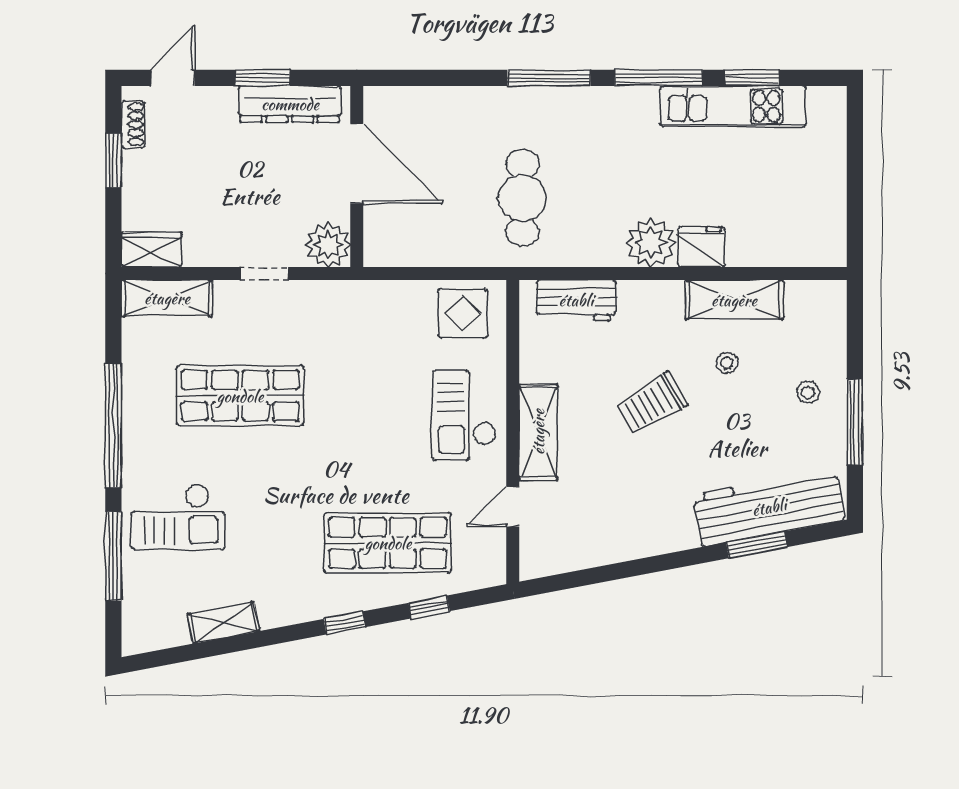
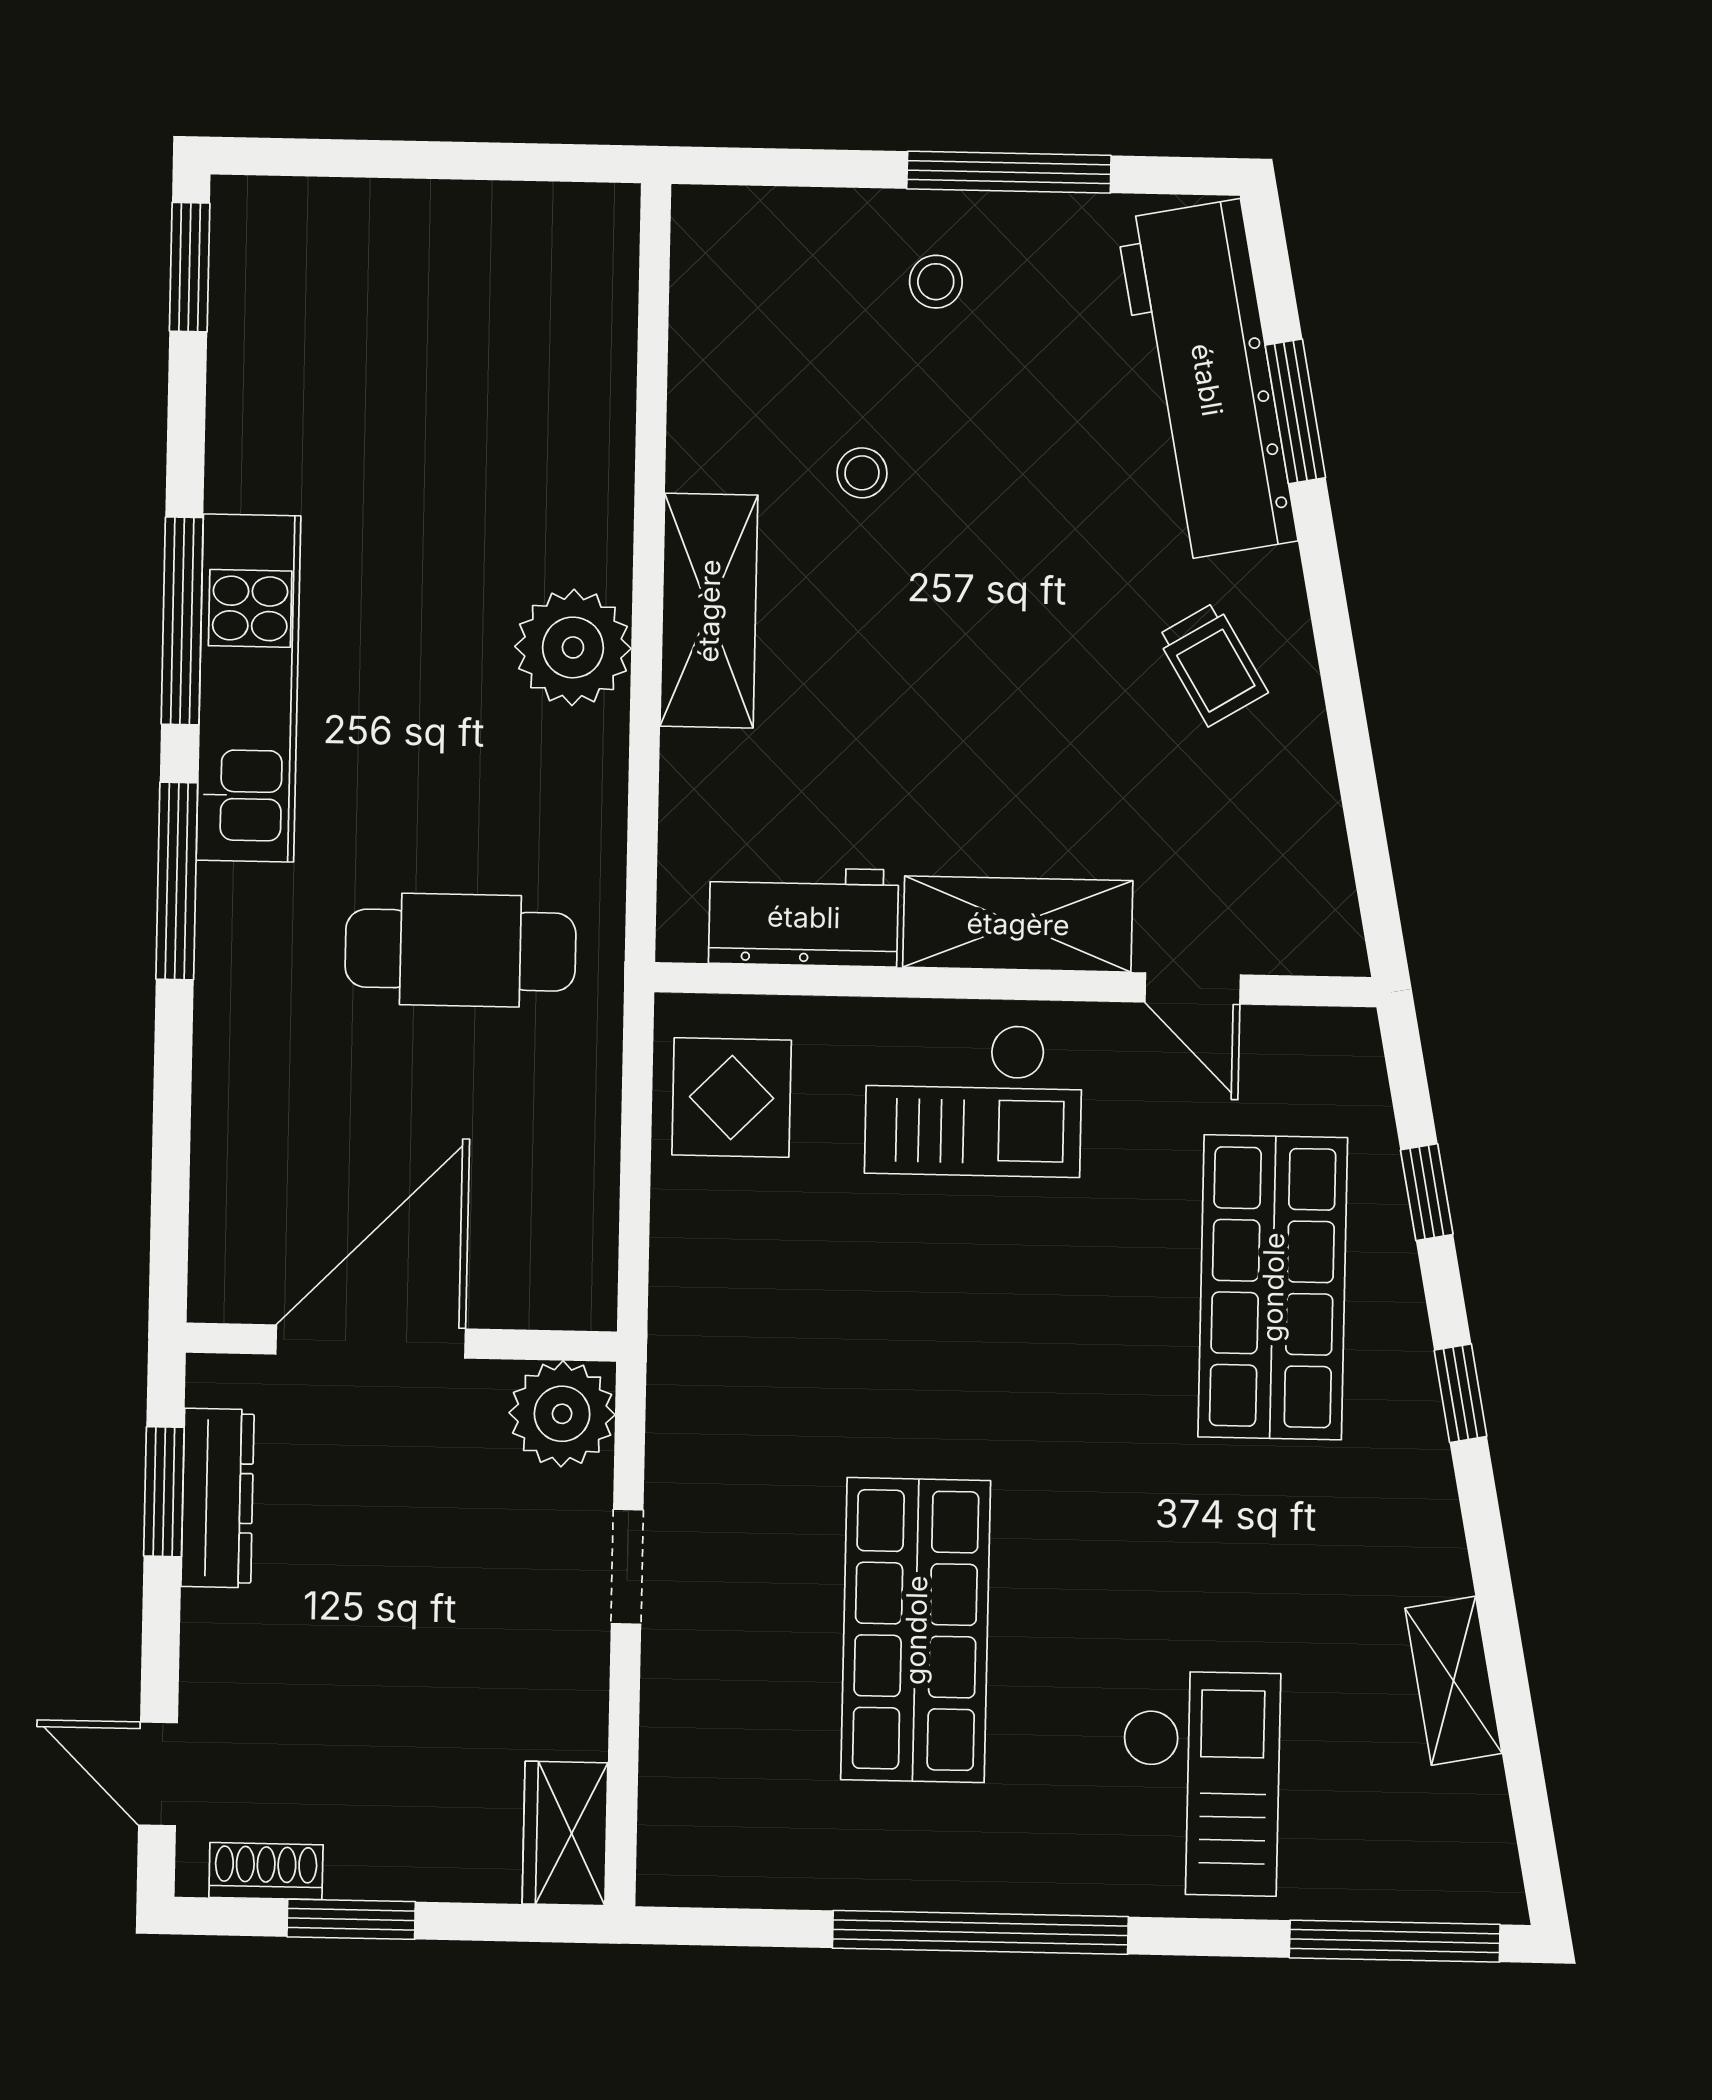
window: (262, 78) -> (164, 1492), moved
window: (752, 78) -> (190, 267), moved
dresser: (290, 104) -> (218, 1498), width x0.73, depth x0.80
kitchen unit: (733, 106) -> (248, 688), moved
fridge: (701, 247) -> (586, 528), removed
shelving: (167, 298) -> (681, 1799), removed
workbench: (576, 300) -> (804, 917), moved, turned -90
shelving: (734, 300) -> (709, 611), moved
trolley: (652, 404) -> (1212, 664), moved, width x0.73, depth x0.72
window: (113, 556) -> (1395, 1941), moved

